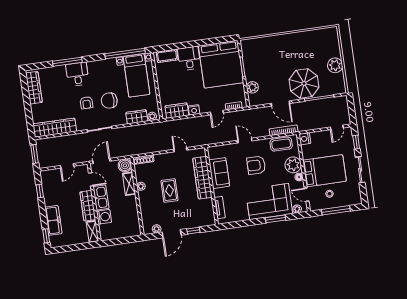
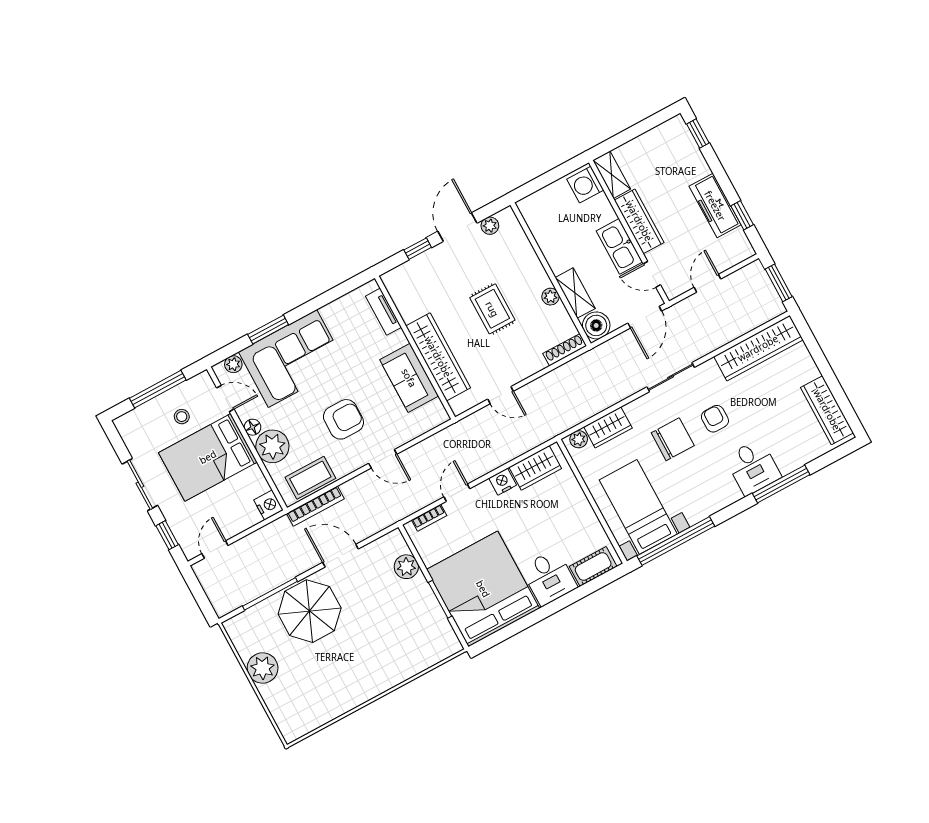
washing machine: (104, 217) -> (585, 185), moved
freezer: (53, 220) -> (715, 206), moved

